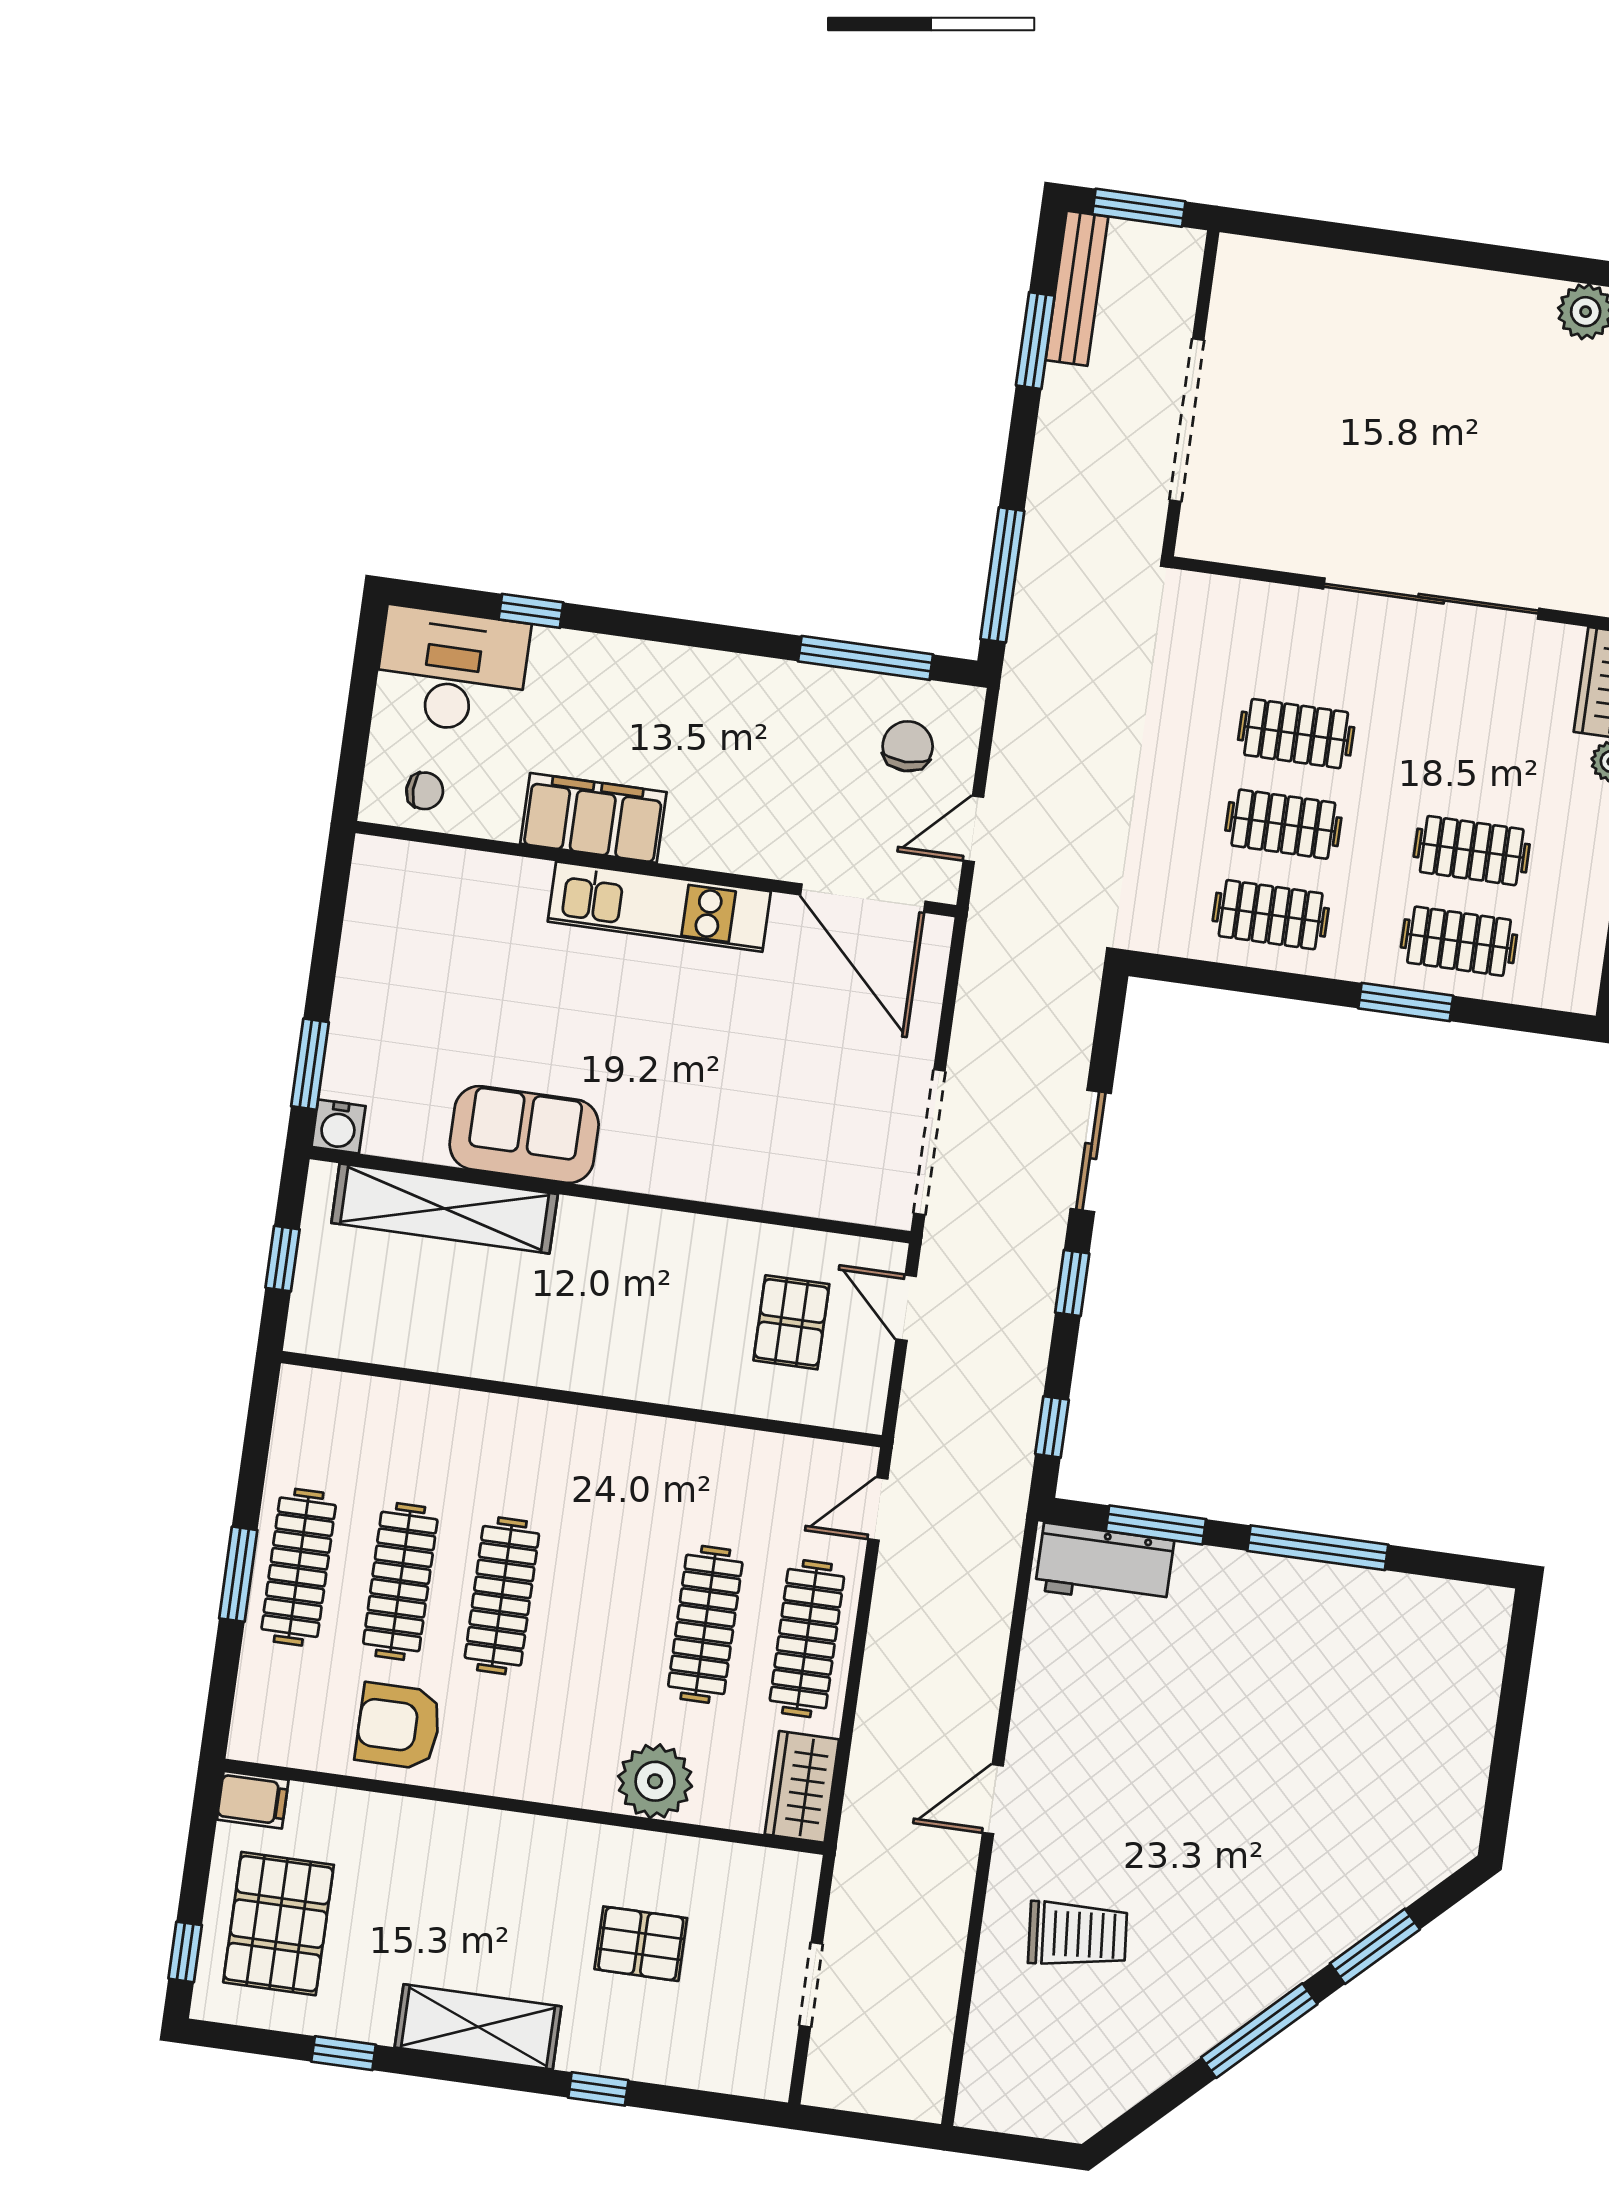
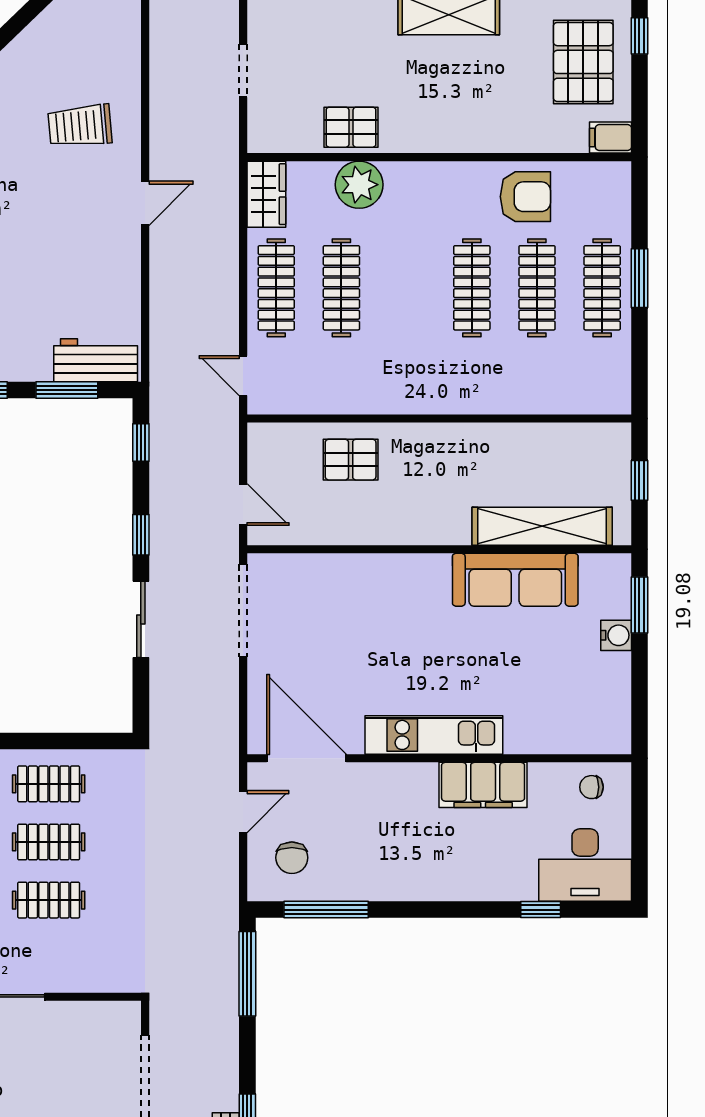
water cooler: (338, 1126) -> (616, 635), moved, turned 90
sofa: (524, 1134) -> (515, 580), width x1.36
pallet: (791, 1322) -> (351, 460), moved, turned 90
door: (878, 1509) -> (243, 376), swing flipped
pallet: (641, 1944) -> (351, 127), moved

